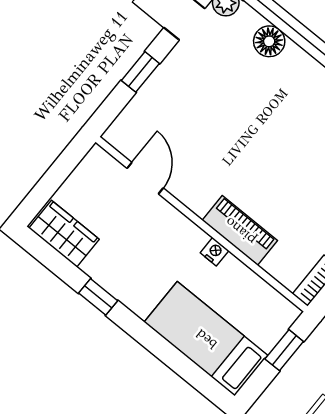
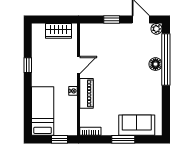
floor lamp: (269, 41) -> (155, 64), moved
door: (145, 178) -> (79, 65), moved
wardrobe: (64, 234) -> (58, 31), moved, turned 90

